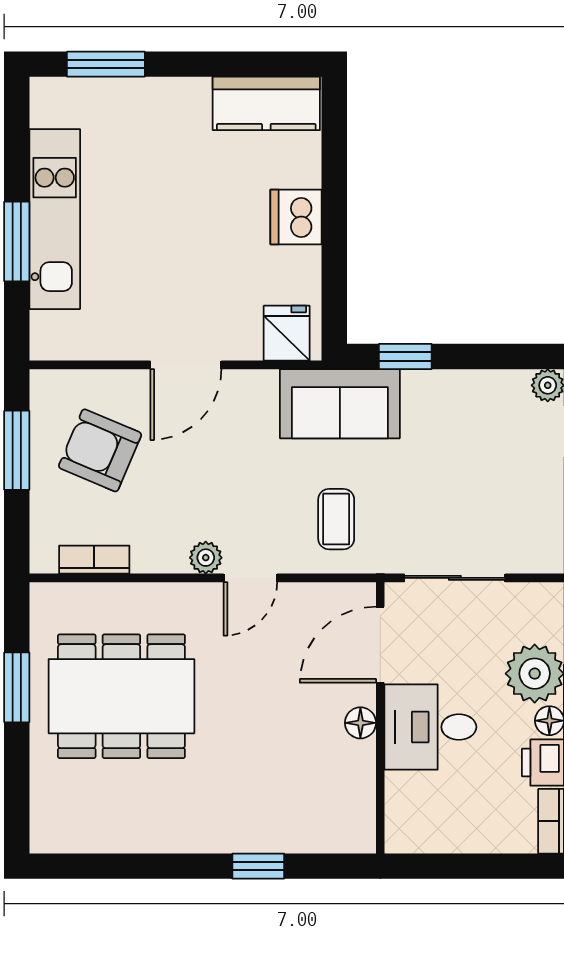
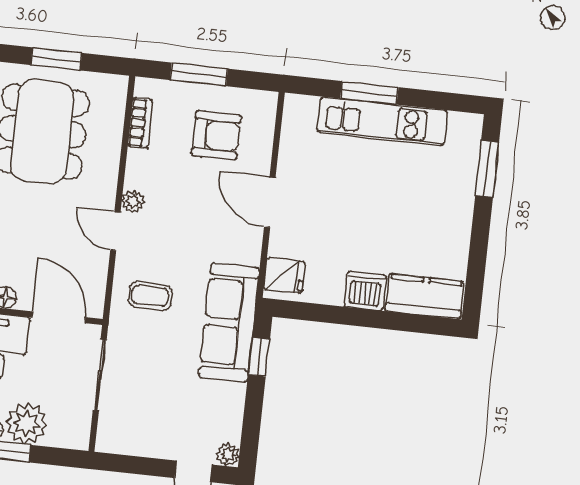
kitchen counter: (266, 103) -> (425, 296), moved, turned 90
sofa: (340, 404) -> (229, 323), width x1.36
window: (17, 450) -> (199, 74), moved
armchair: (100, 450) -> (216, 135), turned 67

